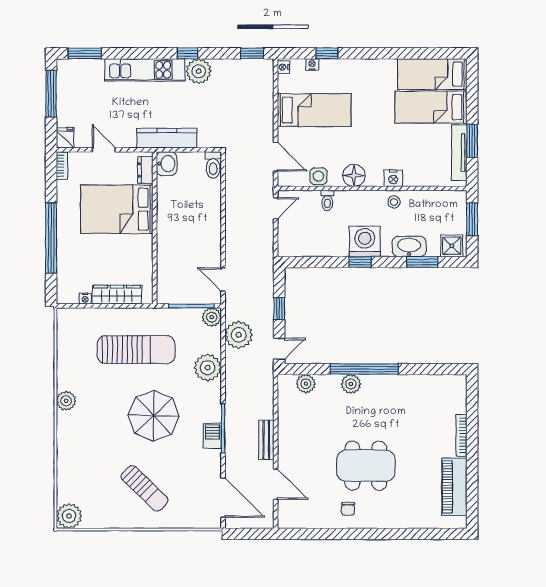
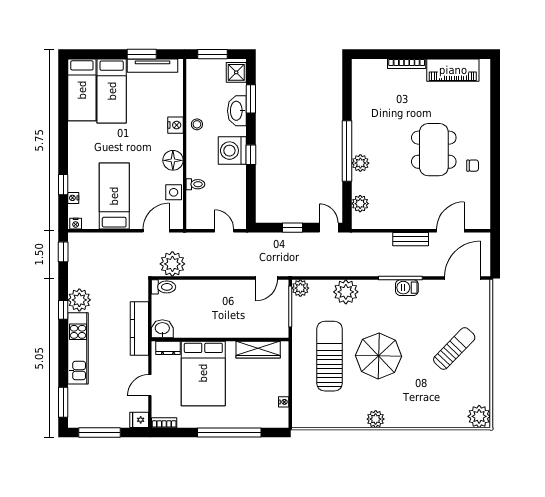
door: (276, 208) -> (224, 231), moved
wardrobe: (117, 295) -> (258, 350), moved, turned -90
plant: (239, 335) -> (172, 264), moved
parasol: (154, 416) -> (379, 356), moved

